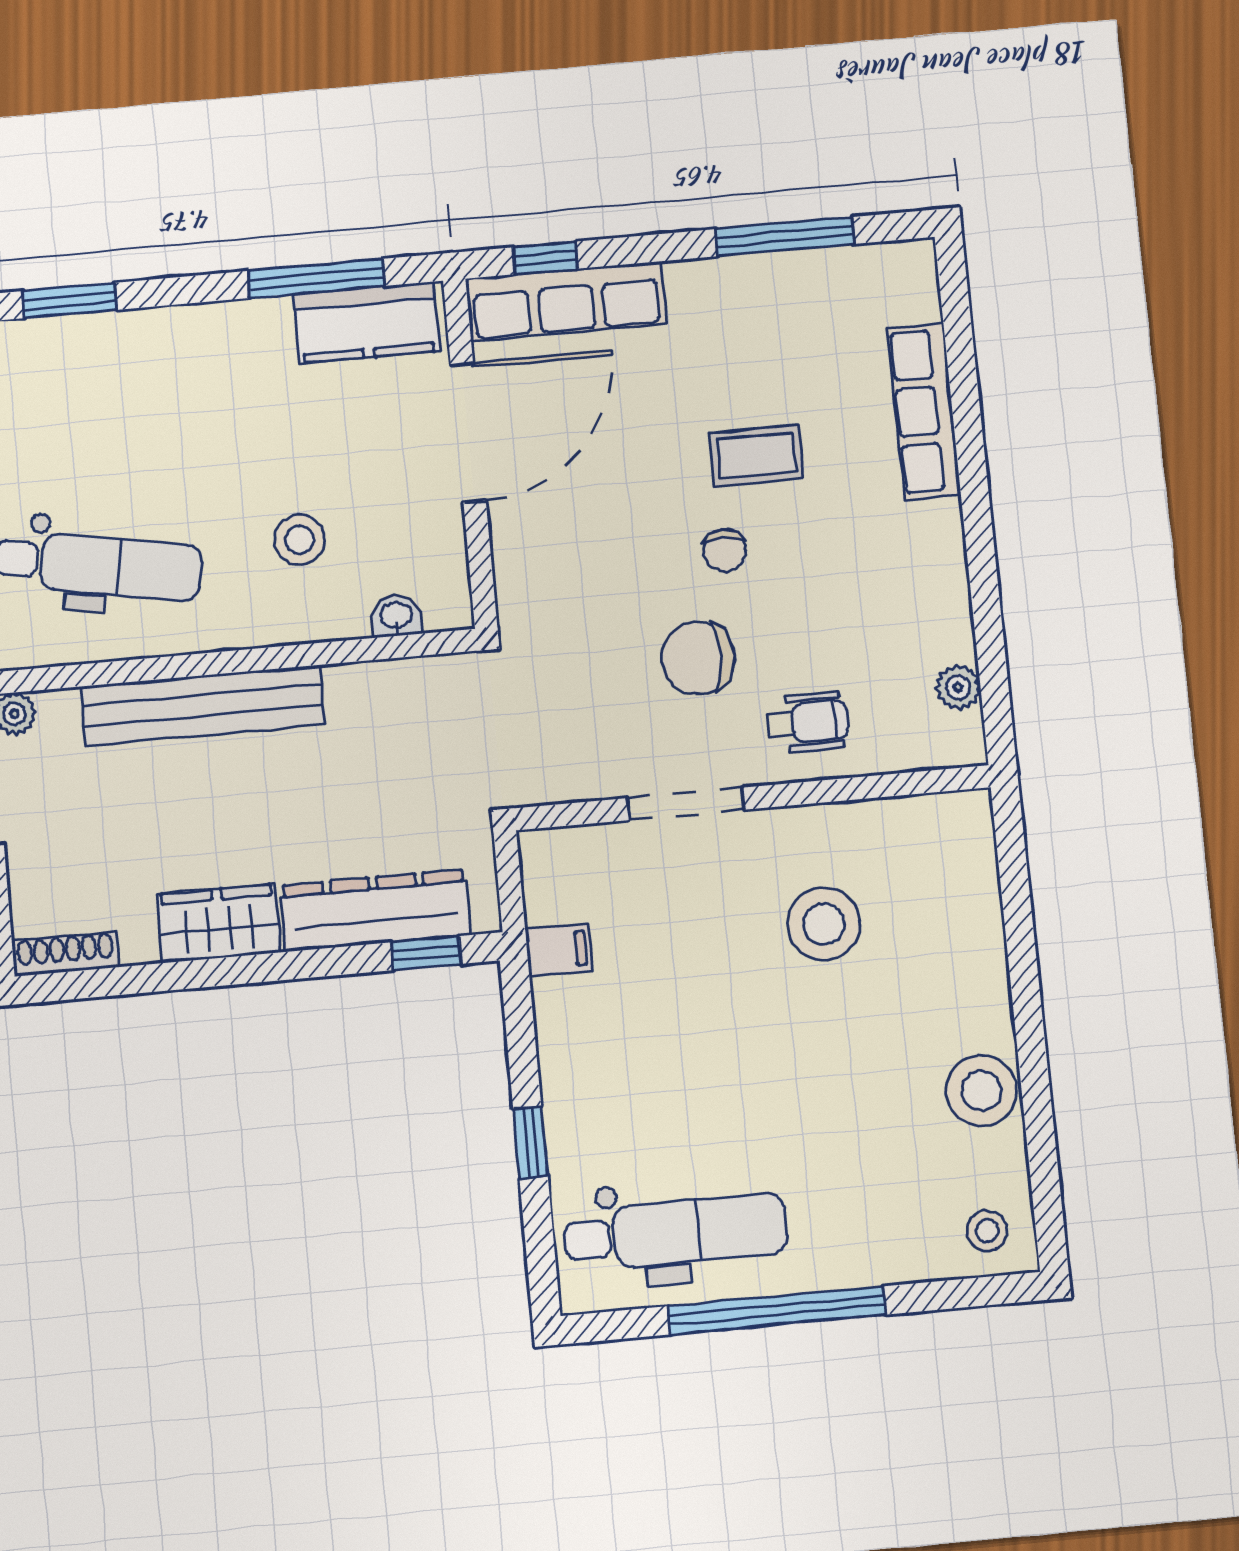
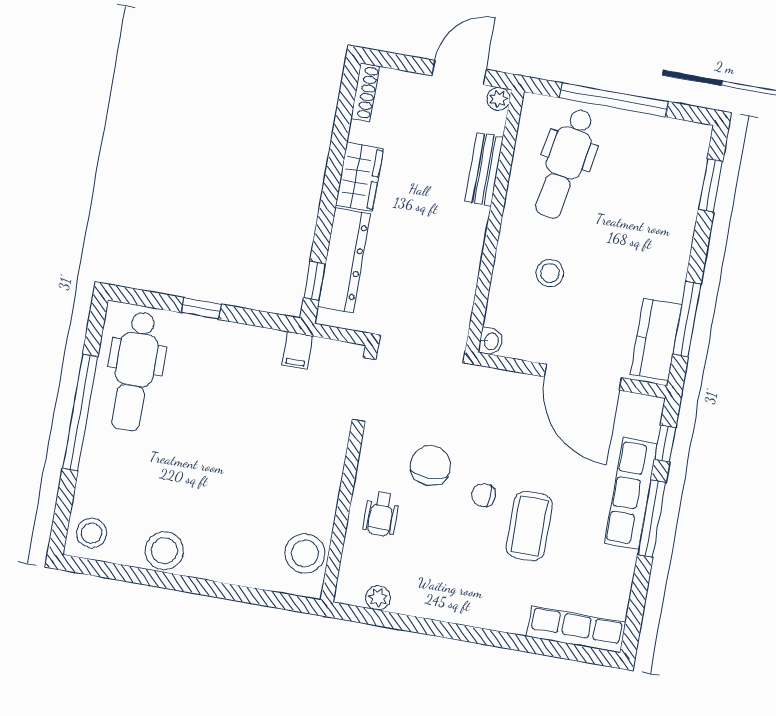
window: (785, 237) -> (652, 519), moved
row of seats: (566, 301) -> (631, 493), moved
row of seats: (924, 411) -> (576, 629), moved
coffee table: (756, 455) -> (529, 526), width x1.36, depth x1.30
washbasin: (396, 616) -> (491, 341), moved
bench: (203, 705) -> (484, 169), width x0.54, depth x0.82
doorway: (686, 804) -> (364, 390), moved
stool: (824, 924) -> (305, 553), moved
stool: (987, 1231) -> (92, 533), width x1.37, depth x1.37

